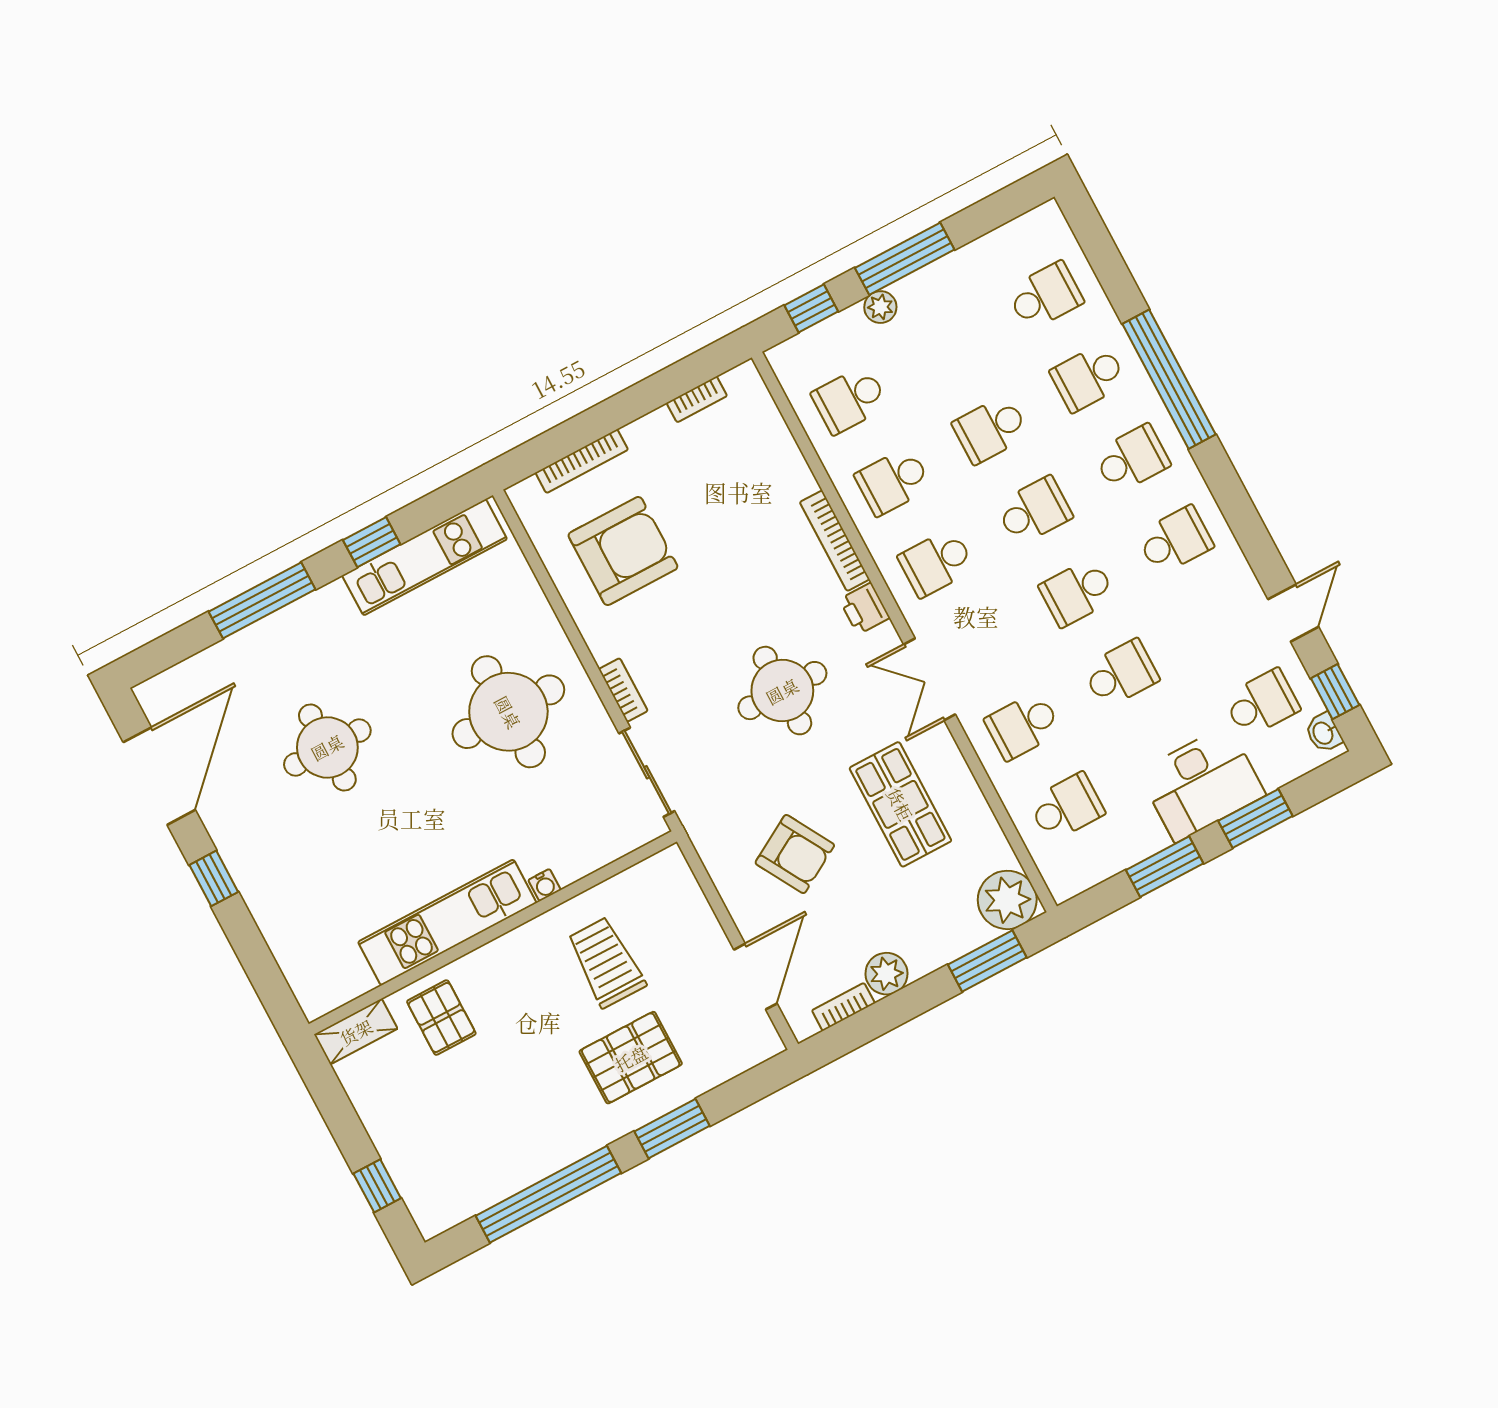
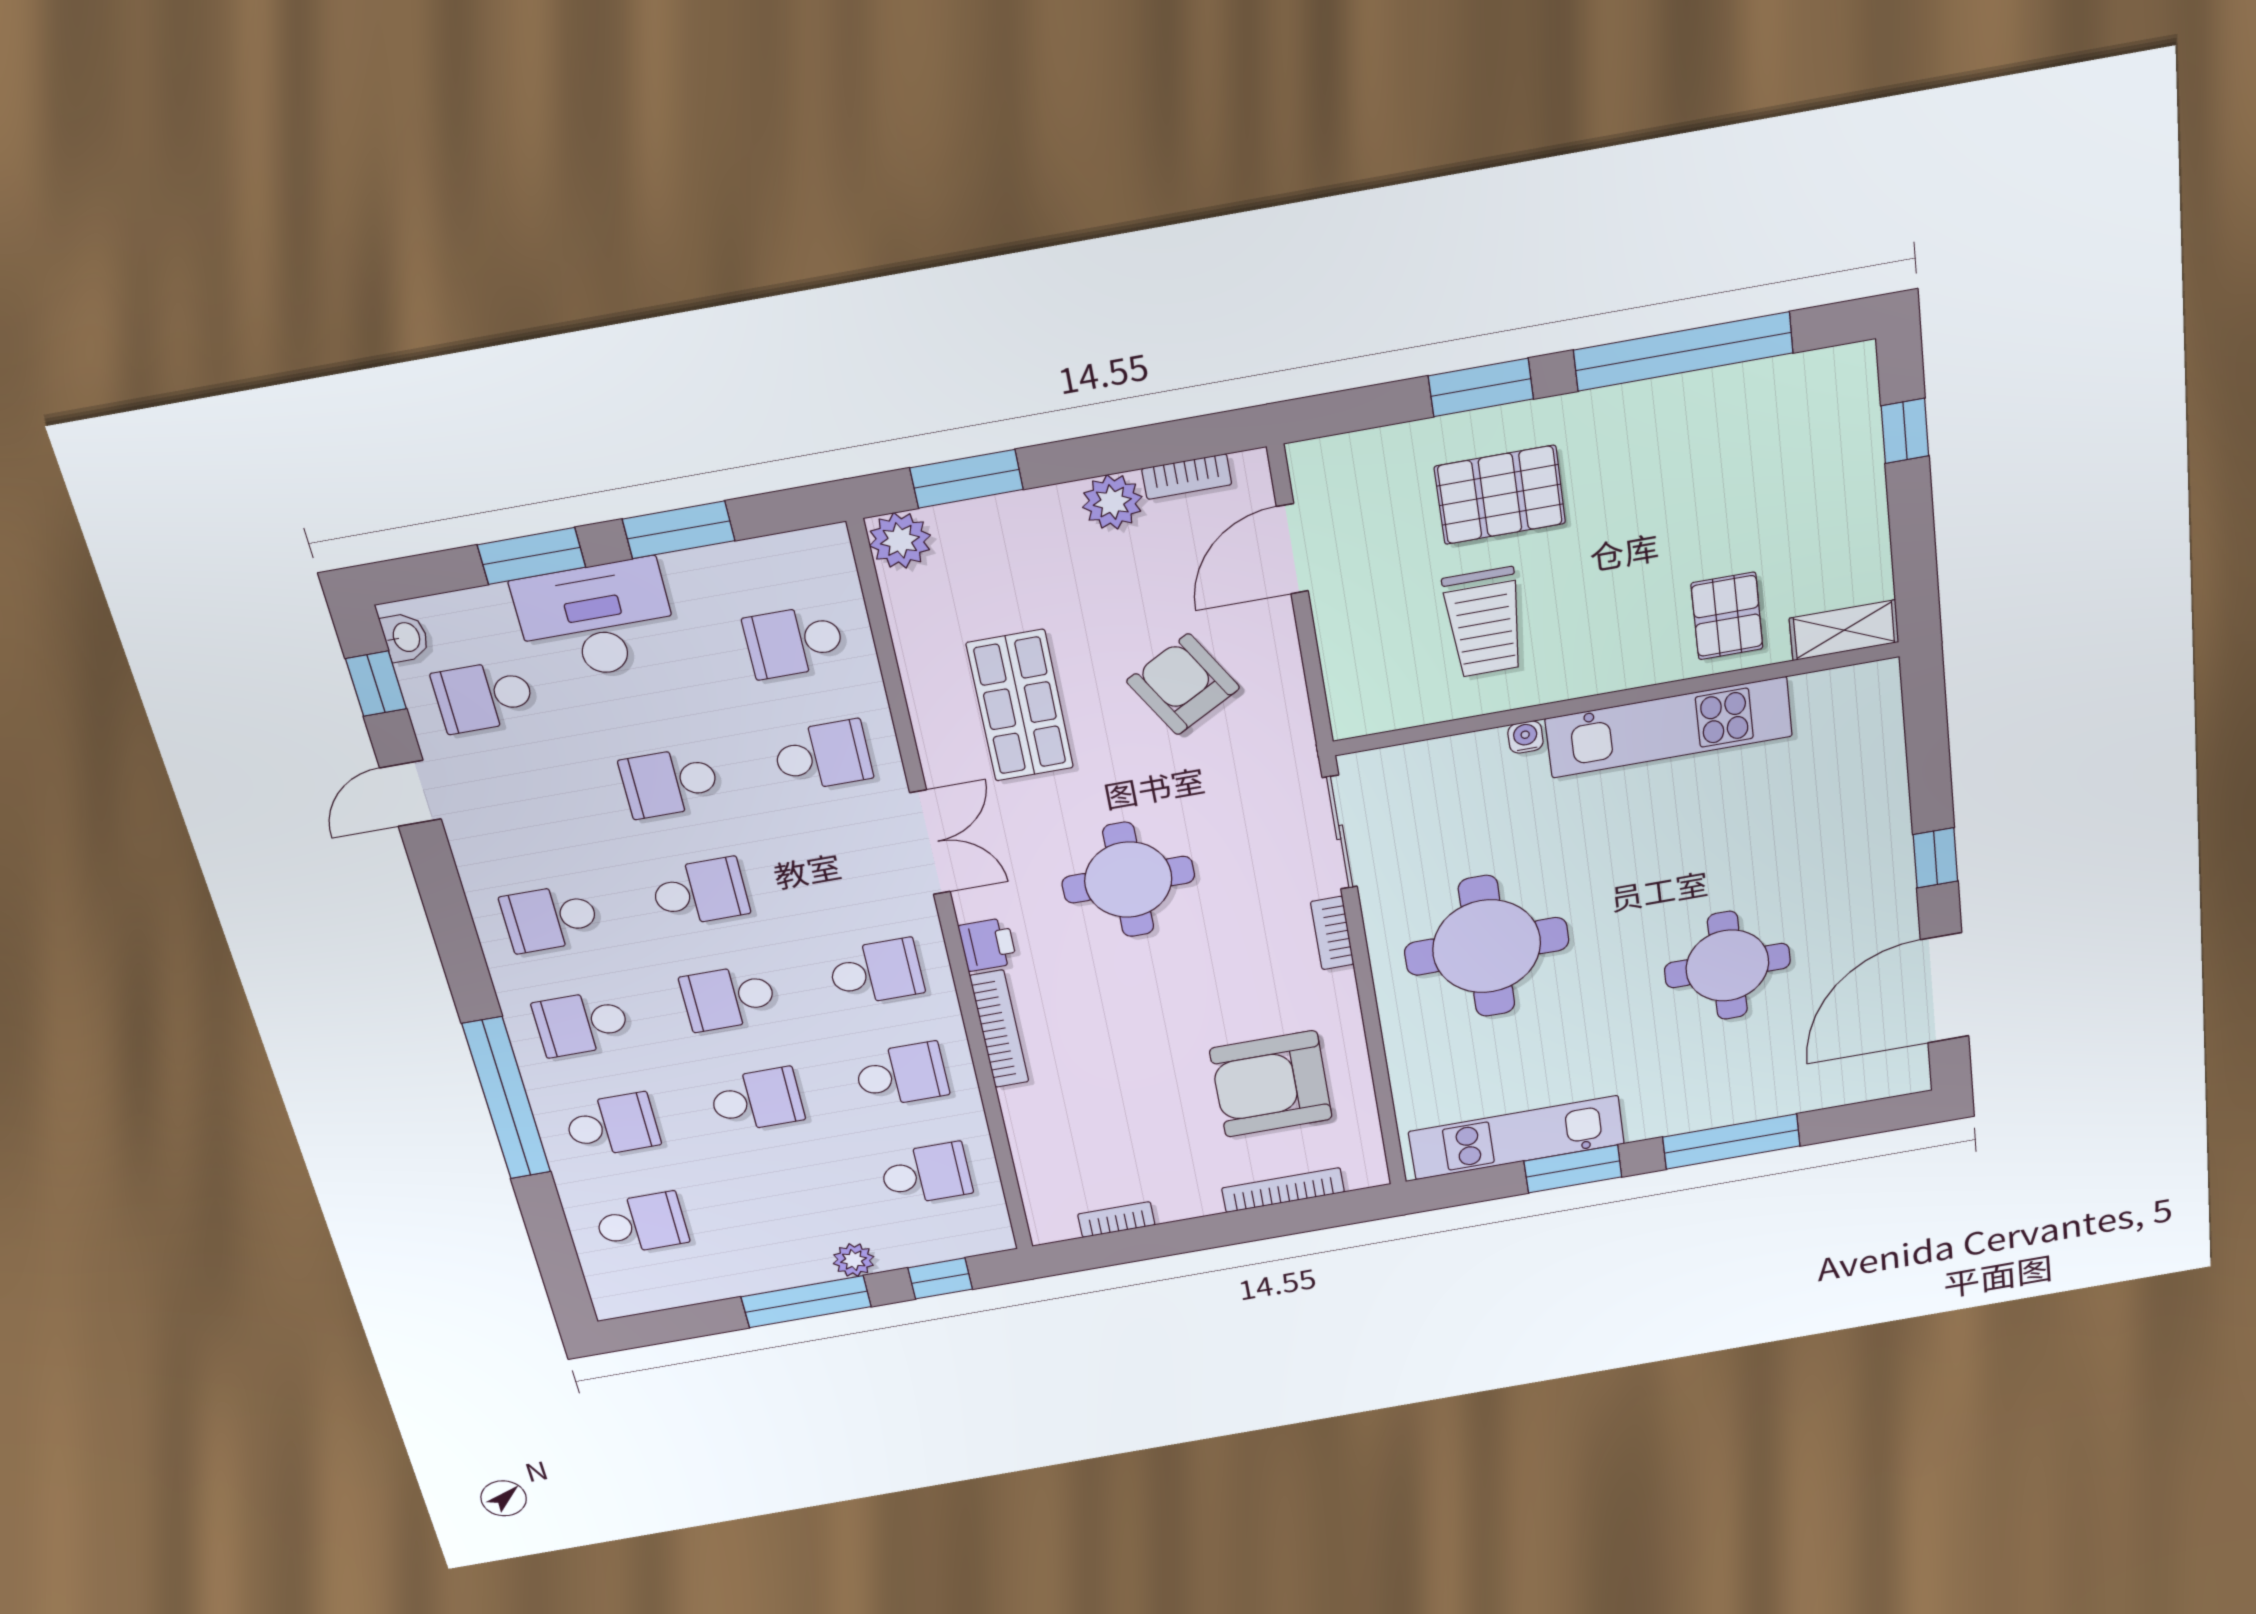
school desk: (1045, 296) -> (641, 1223), turned 180
window: (372, 542) -> (1573, 1169), width x1.50
plant: (1007, 900) -> (900, 540), width x0.73, depth x0.73

